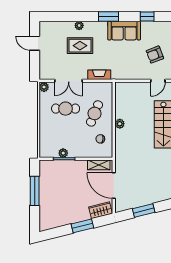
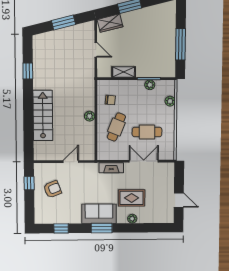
sofa: (124, 31) -> (99, 214), moved
door: (158, 81) -> (71, 162), moved
plant: (44, 87) -> (170, 101), moved
shelving: (99, 165) -> (124, 72), moved
door: (114, 186) -> (96, 50), width x0.53

